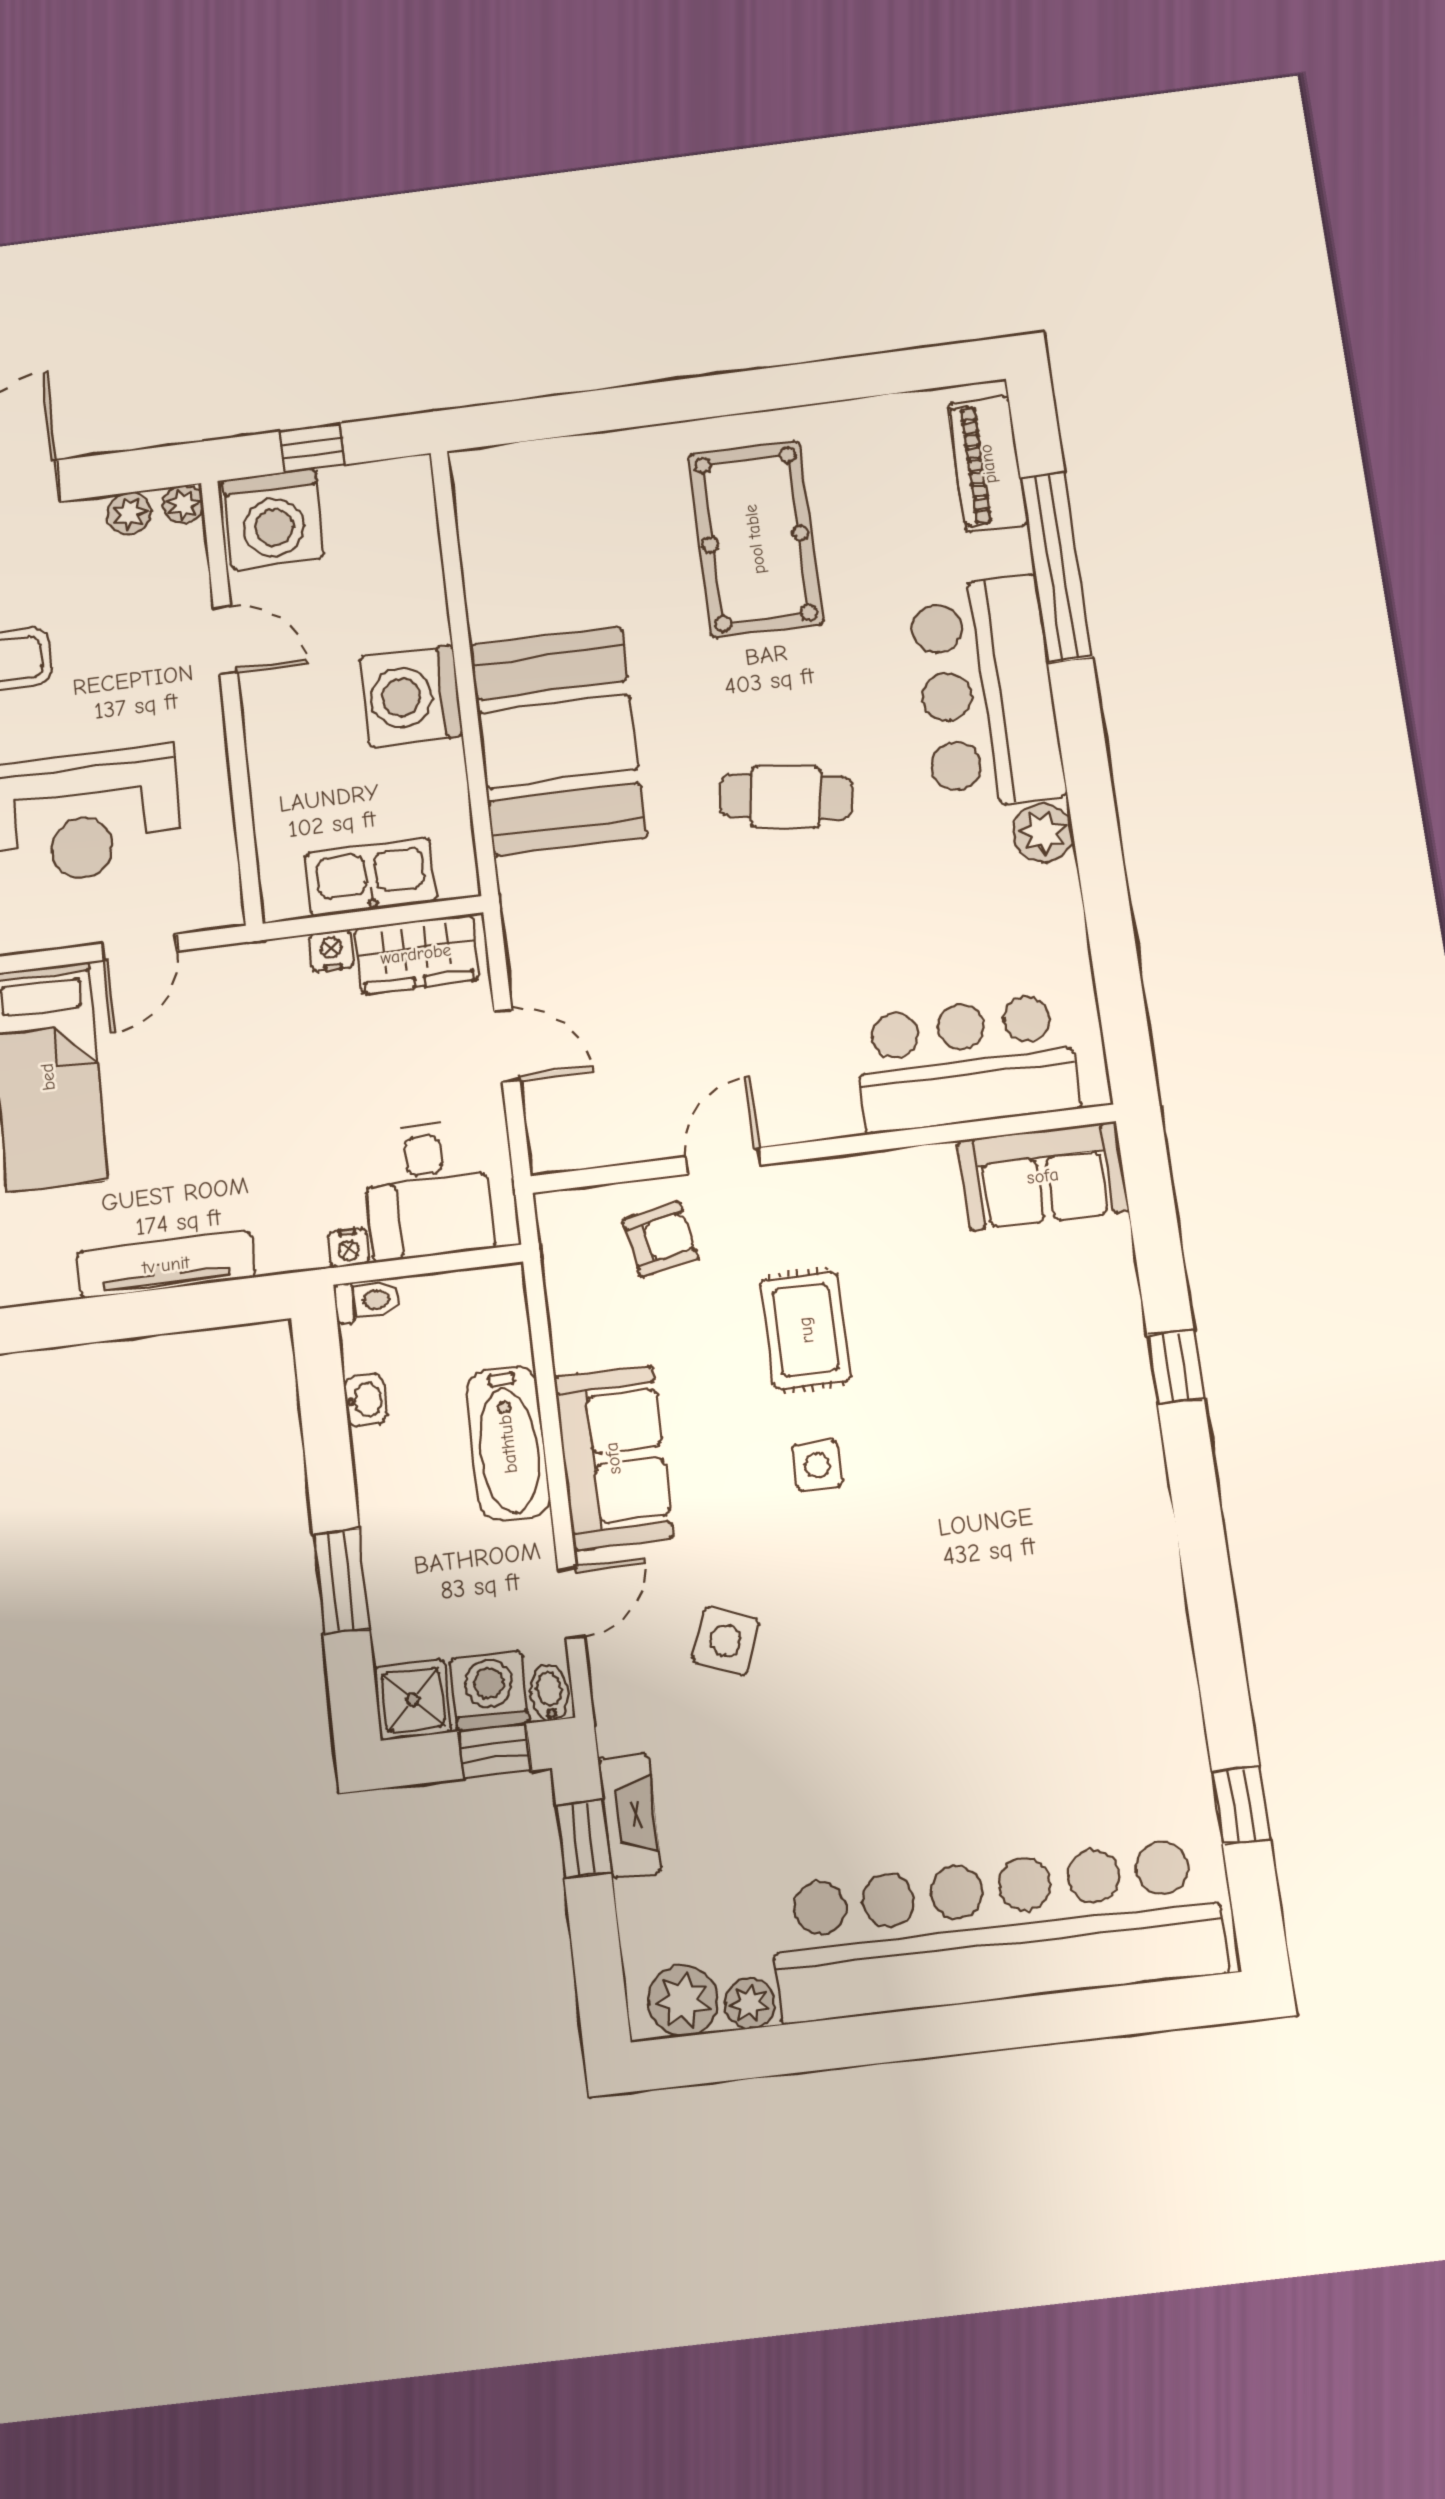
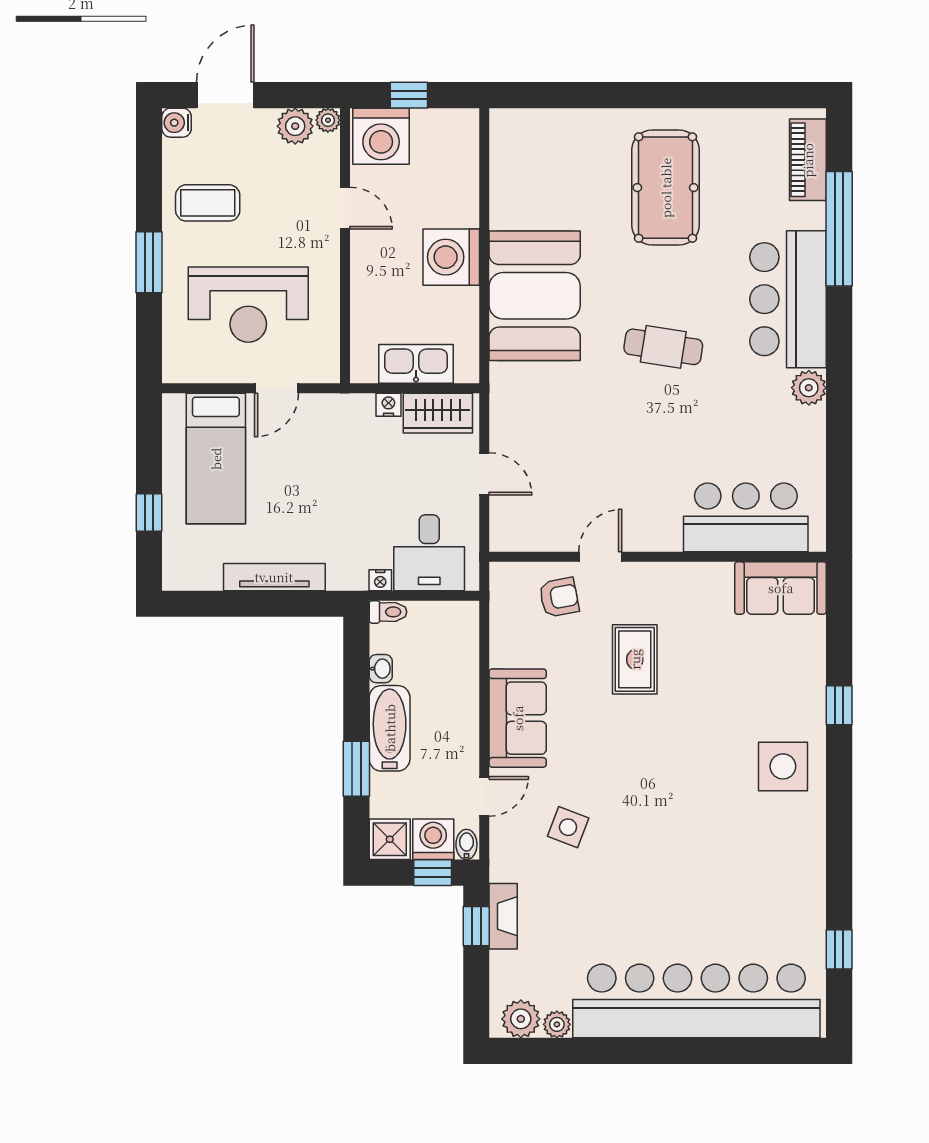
plant: (129, 513) -> (295, 126), width x1.38, depth x1.38
bathtub: (508, 1444) -> (390, 728), moved, turned 180
side table: (817, 1465) -> (783, 766), moved, width x1.87, depth x1.87

